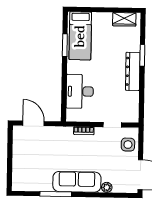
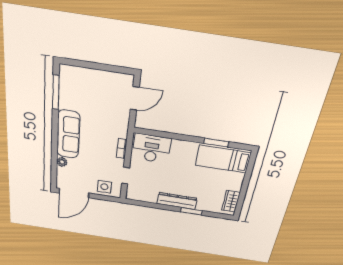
desk: (80, 91) -> (151, 148), moved
window: (56, 194) -> (56, 92), moved

